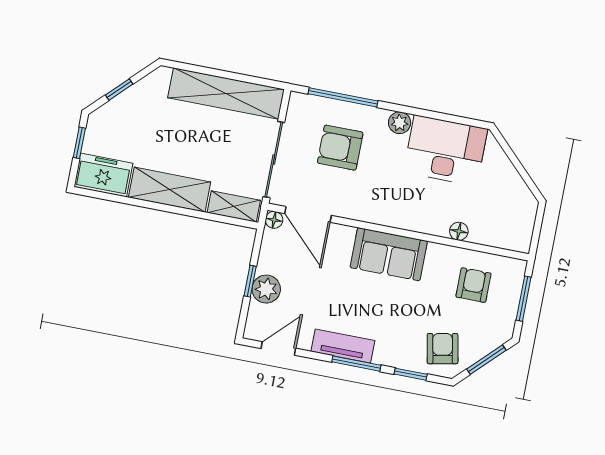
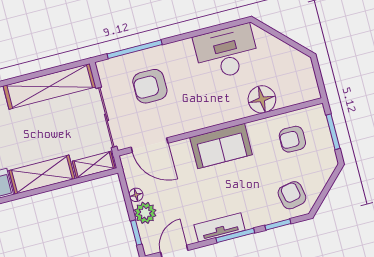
plant: (400, 123) -> (184, 48), removed
floor lamp: (274, 220) -> (136, 195), moved
floor lamp: (459, 231) -> (262, 99), width x1.89, depth x1.89
window: (250, 281) -> (136, 233), moved
armchair: (473, 285) -> (292, 139), turned -90
window: (486, 360) -> (327, 188), removed

